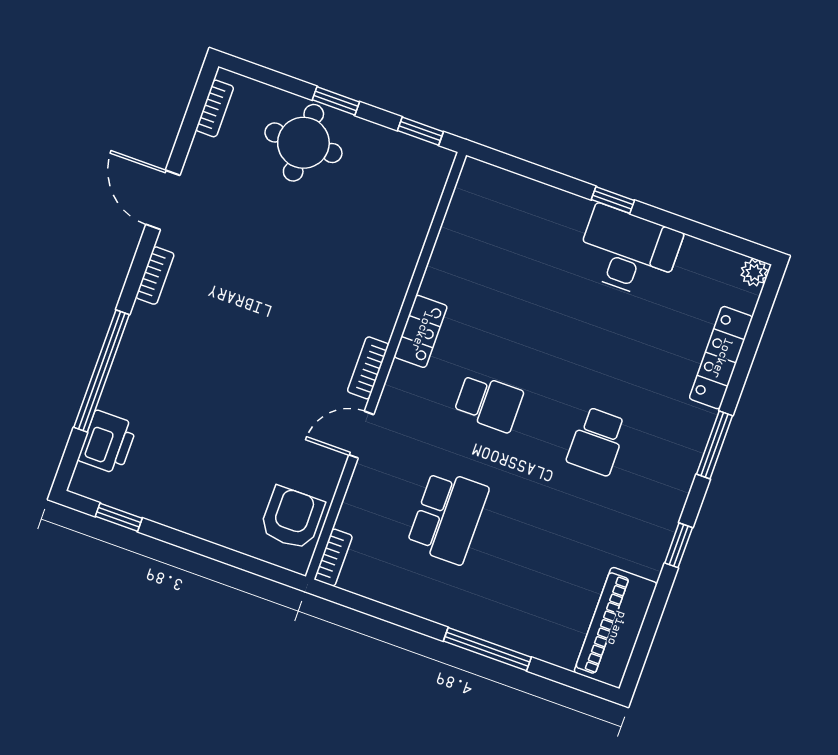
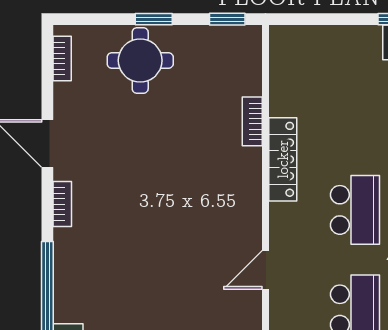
locker: (421, 331) -> (283, 159), width x1.53
bookcase: (368, 368) -> (252, 121), moved
school desk: (489, 403) -> (355, 210), width x1.85

